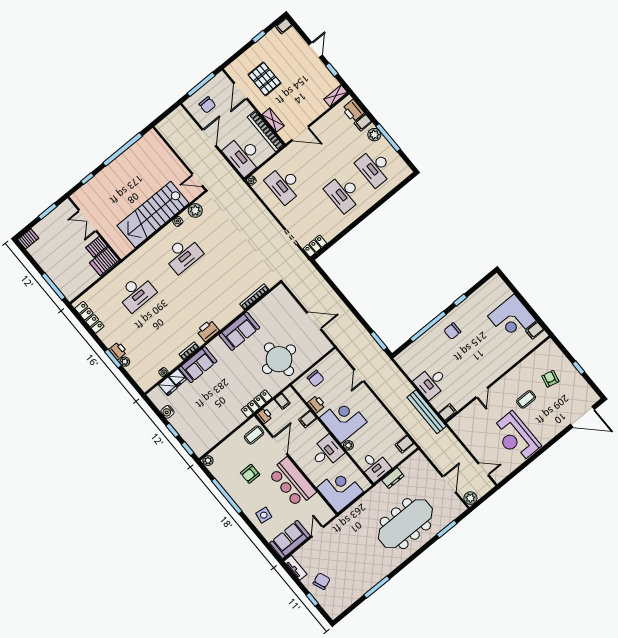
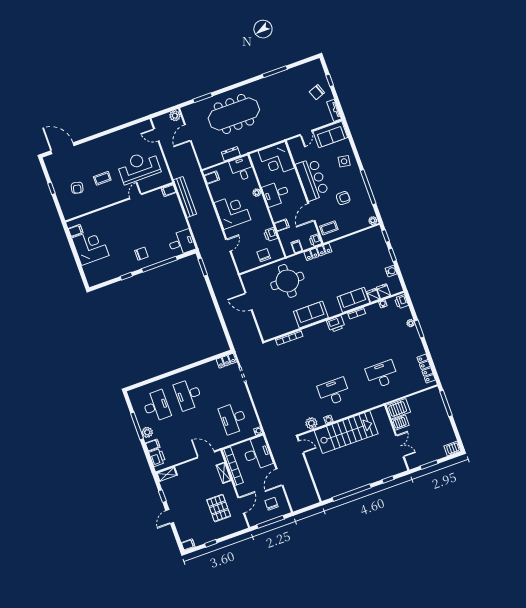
desk: (284, 185) -> (233, 418), turned 180
desk: (344, 193) -> (188, 395), turned 180
printer: (118, 351) -> (401, 302), moved
desk: (431, 382) -> (181, 243), moved
corner desk: (343, 420) -> (233, 211), moved, turned 180
reception desk: (516, 437) -> (139, 167), moved, turned -90

